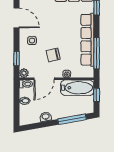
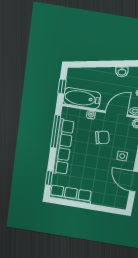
window: (72, 119) -> (93, 64), removed

